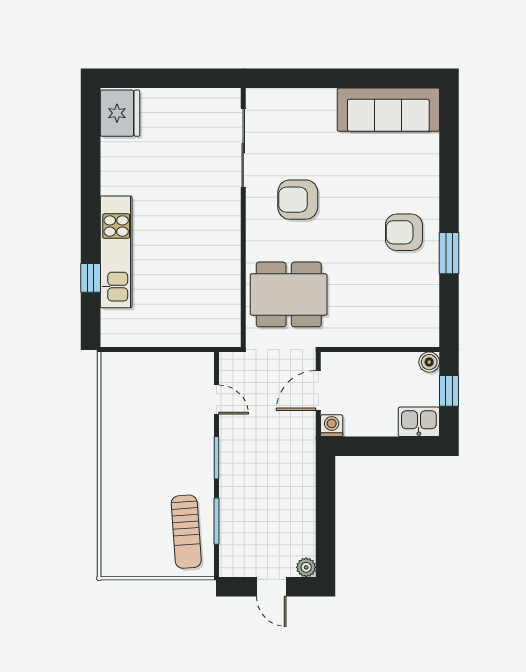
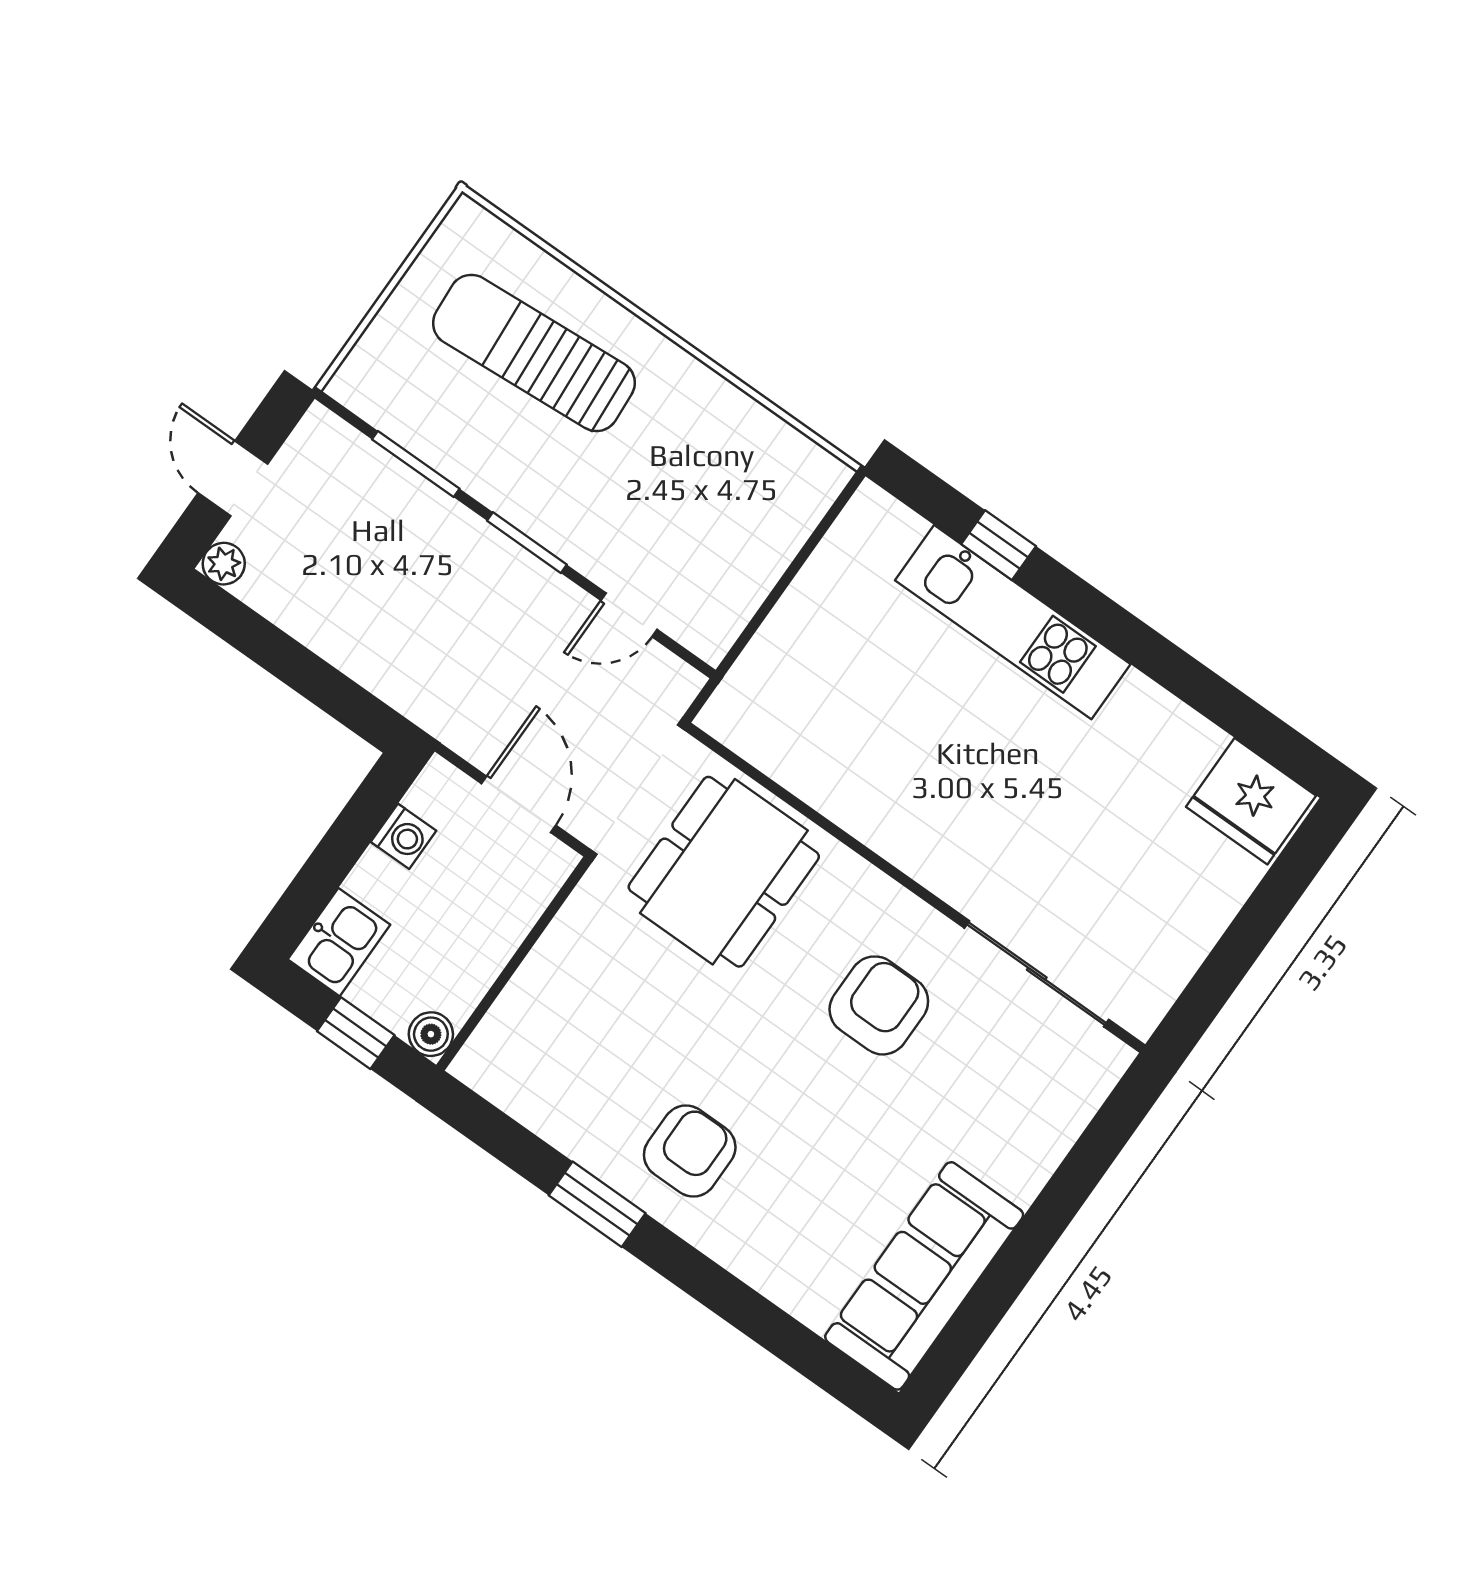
washing machine: (332, 426) -> (404, 836), moved
sun lounger: (186, 532) -> (534, 353), moved, width x1.36, depth x1.34
door: (271, 587) -> (233, 479), hinge flipped

